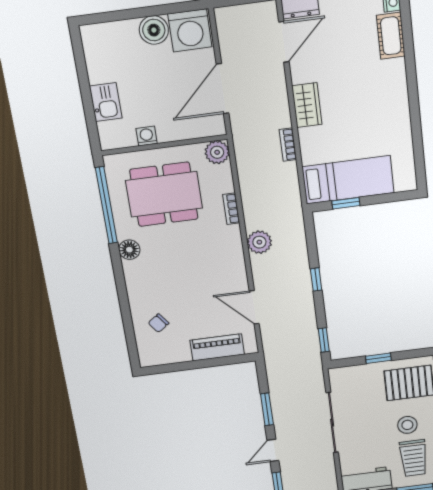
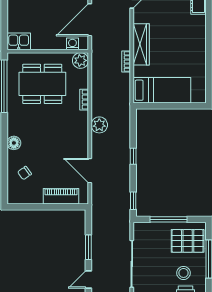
kitchen sink: (106, 102) -> (19, 41), moved, turned -90
wardrobe: (307, 105) -> (141, 44), width x1.50
washing machine: (147, 136) -> (72, 44), moved
window: (346, 203) -> (159, 106), removed
floor lamp: (129, 250) -> (14, 143), moved
window: (378, 358) -> (169, 219), width x2.17

